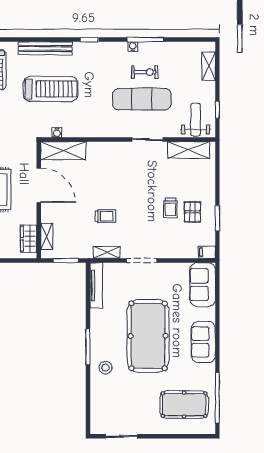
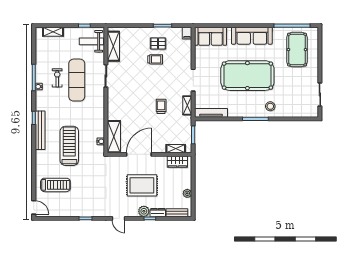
bench: (45, 48) -> (40, 130), moved
sofa: (203, 342) -> (252, 36), width x1.36

